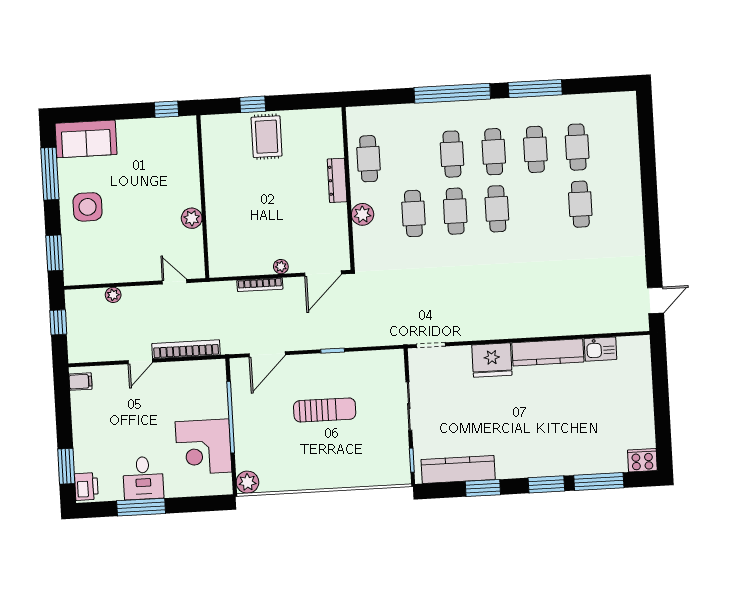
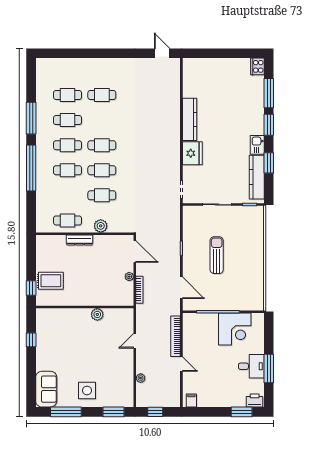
wall: (203, 197) -> (85, 307), moved
plant: (192, 218) -> (97, 314), moved
kitchen sink: (600, 349) -> (257, 145), moved, turned 180
plant: (247, 482) -> (257, 304), removed

